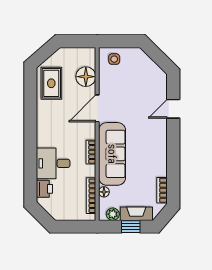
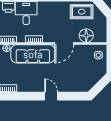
door: (97, 108) -> (64, 43), swing flipped
door: (173, 109) -> (51, 96), moved

